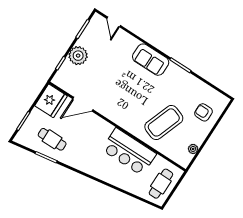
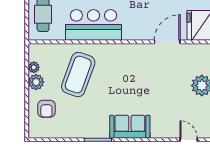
armchair: (203, 112) -> (46, 109), turned 90
plant: (198, 137) -> (36, 82), added

